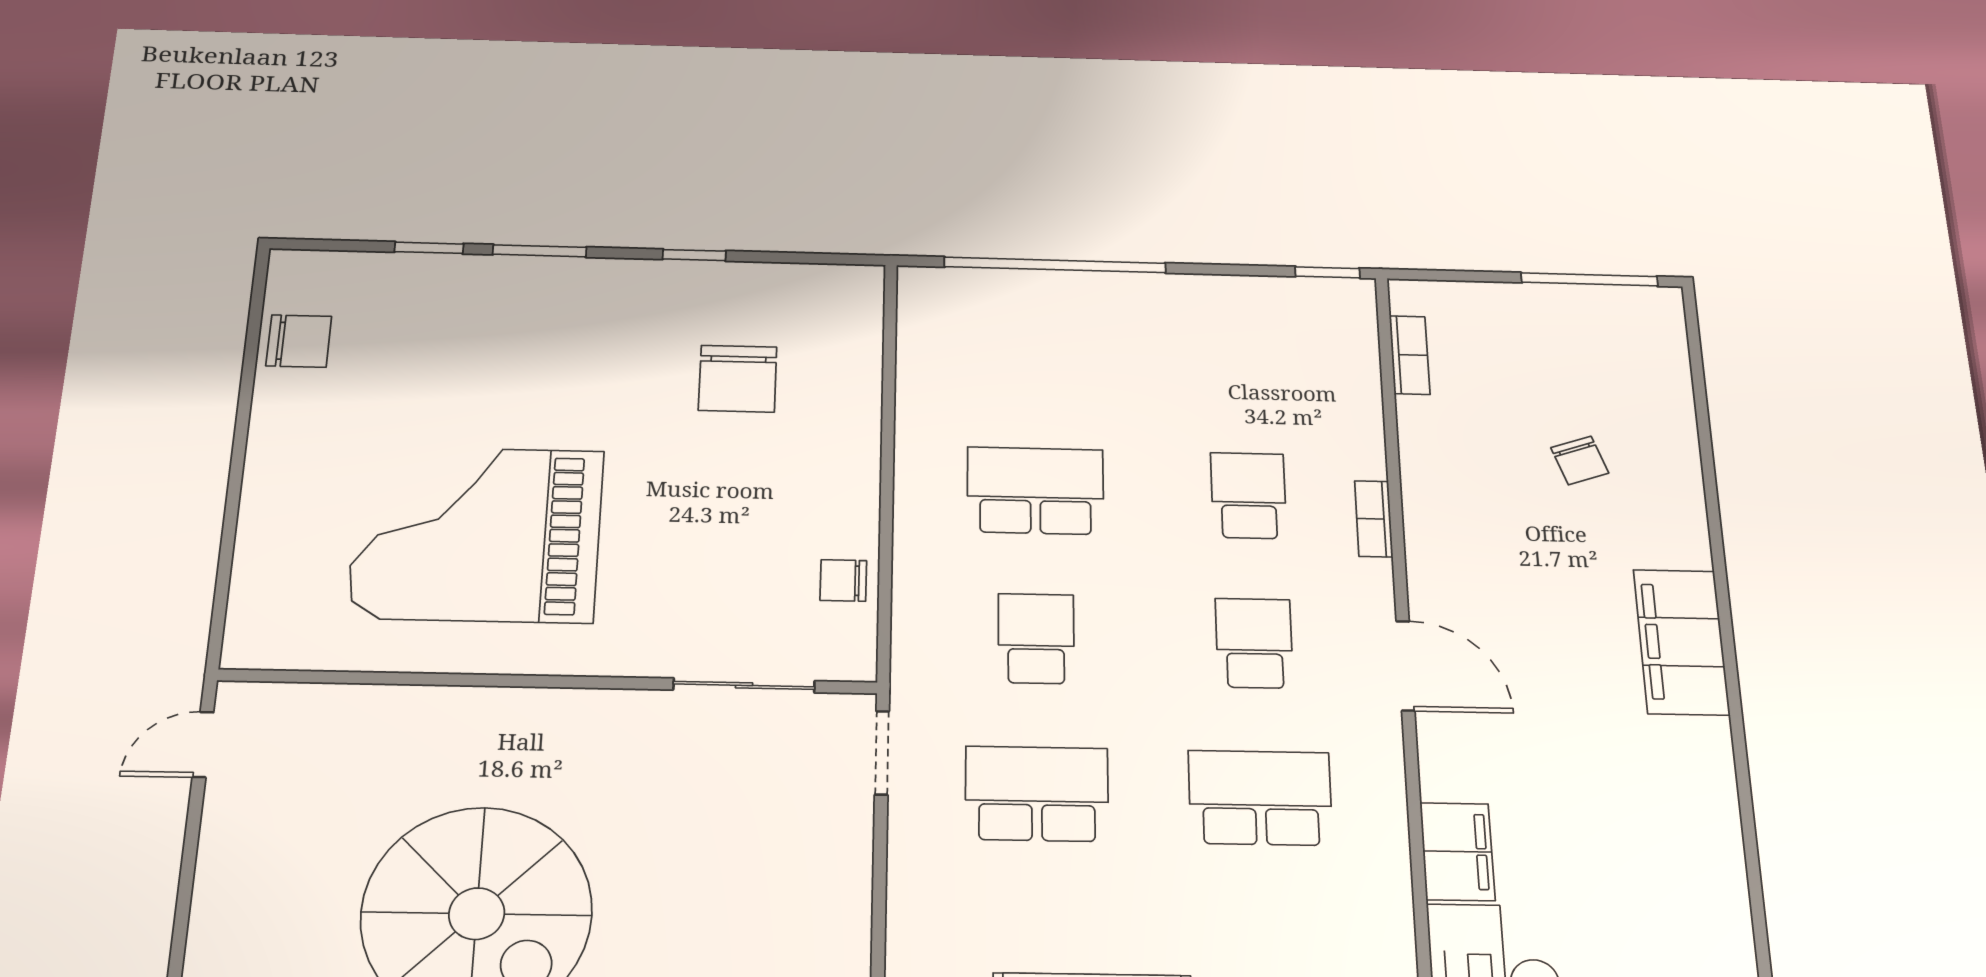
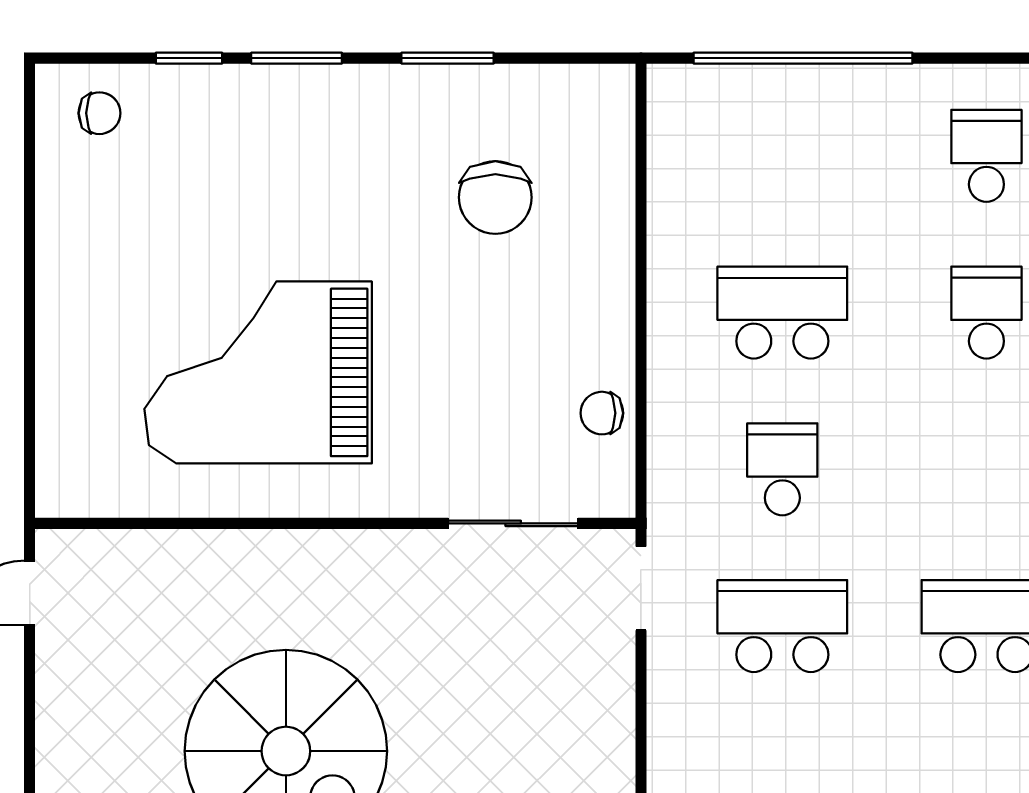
window: (694, 255) -> (448, 58), width x1.50
chair: (299, 341) -> (99, 113), moved, width x0.73, depth x0.73
school desk: (1254, 643) -> (986, 156), moved

